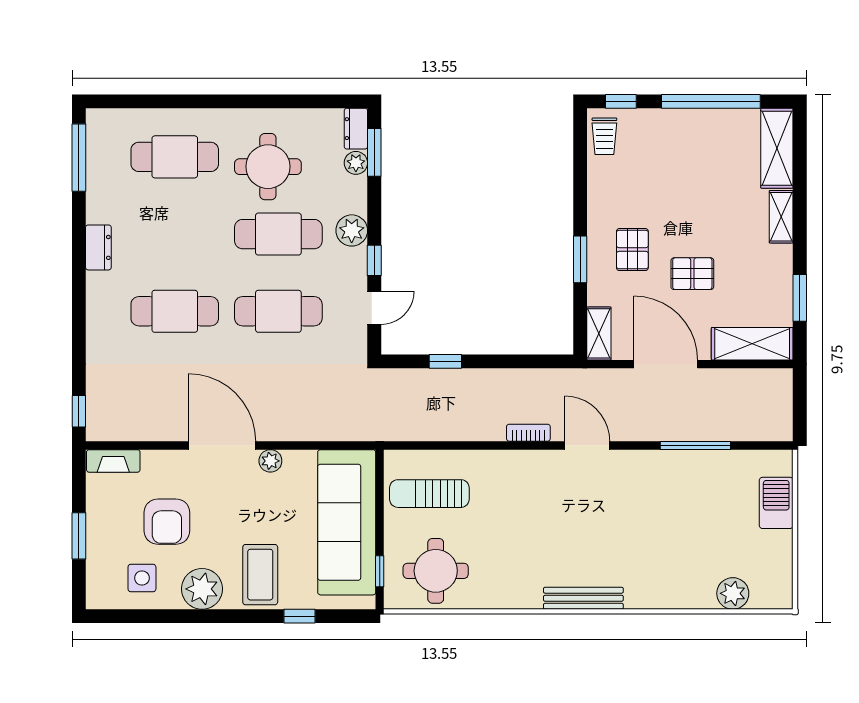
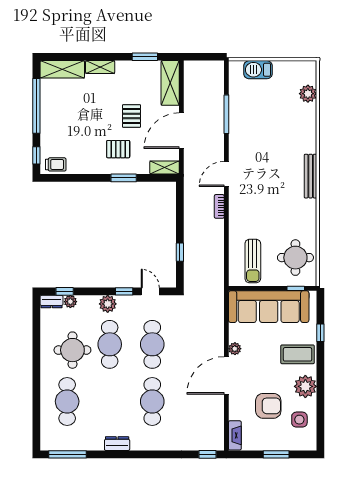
window: (374, 152) -> (65, 291), width x0.67

